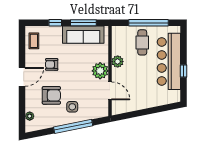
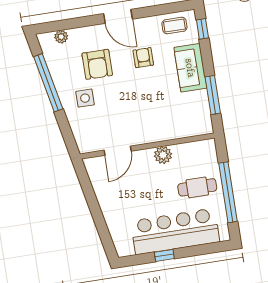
window: (55, 23) -> (202, 29), moved
sofa: (83, 35) -> (190, 68), moved, width x0.73
plant: (100, 71) -> (145, 131), removed
window: (73, 126) -> (48, 83), moved

